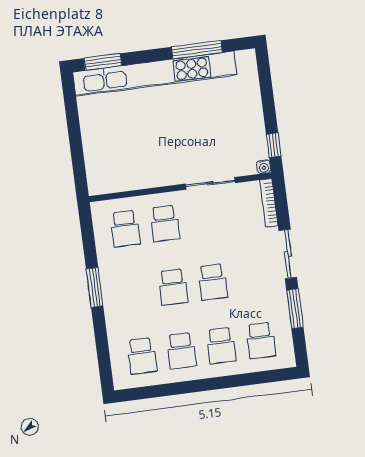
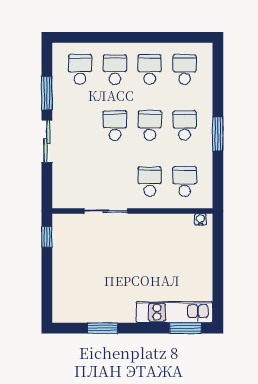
window: (197, 50) -> (103, 328), width x0.69
kitchen unit: (155, 74) -> (174, 312), width x0.54
water cooler: (264, 167) -> (200, 219), moved
bookcase: (269, 203) -> (57, 188), removed
school desk: (134, 292) -> (185, 126), added

